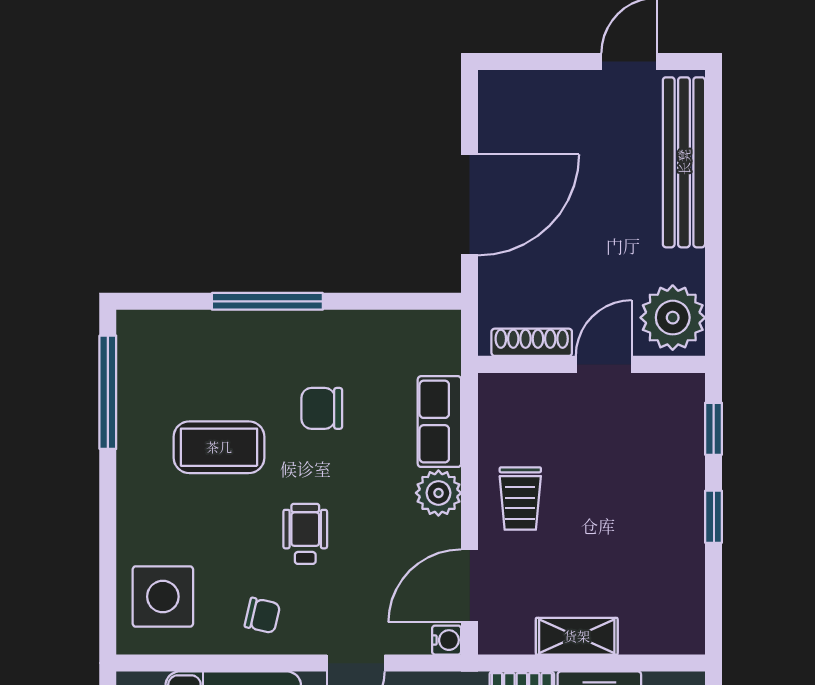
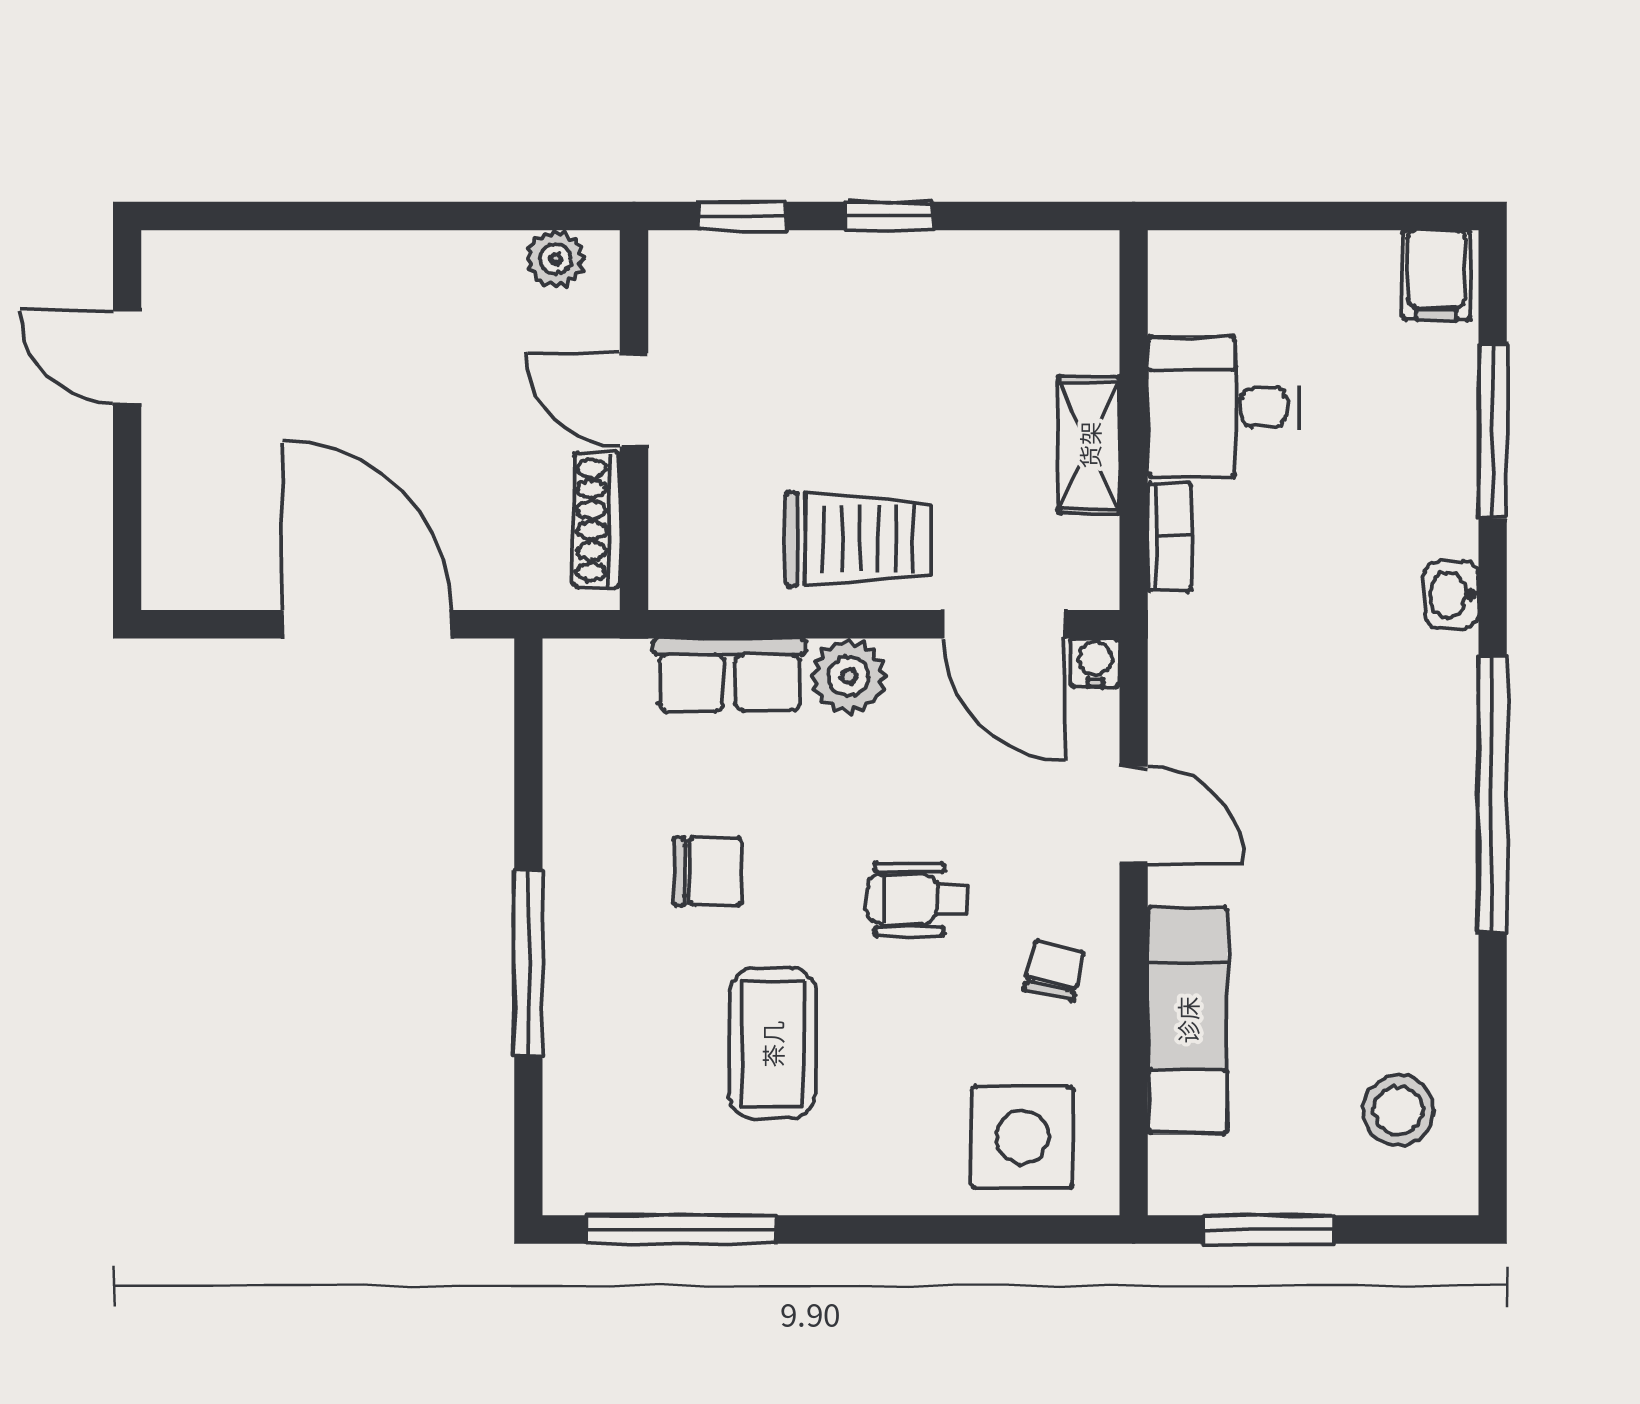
bench: (684, 162) -> (296, 266), removed
plant: (673, 318) -> (556, 259), width x0.53, depth x0.53
chair: (322, 408) -> (708, 871), turned -90
trolley: (520, 498) -> (858, 539), width x1.36, depth x1.39

